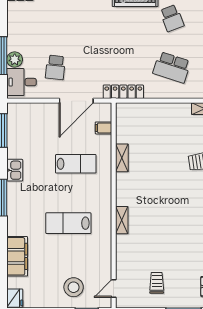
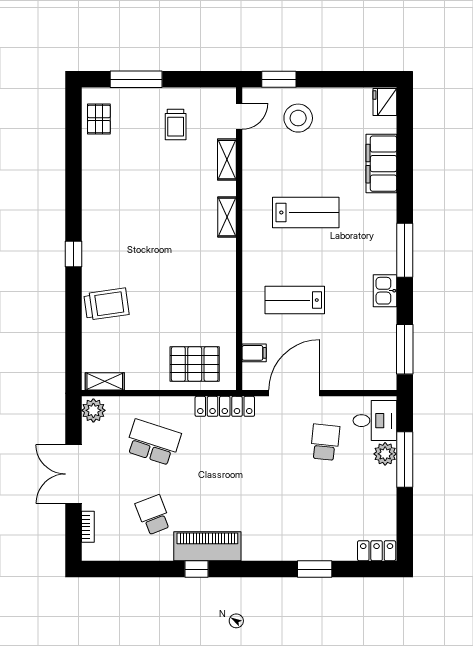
pallet: (144, 120) -> (195, 364), added
shelving: (122, 158) -> (227, 160), moved

